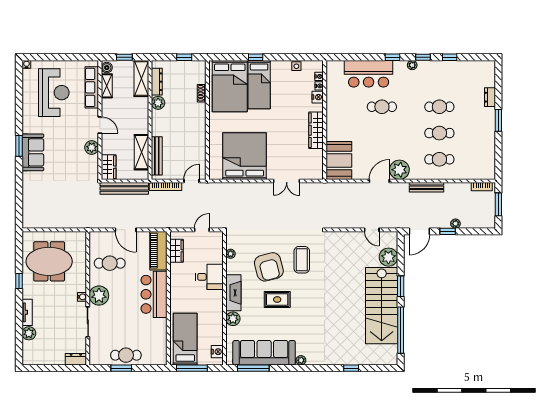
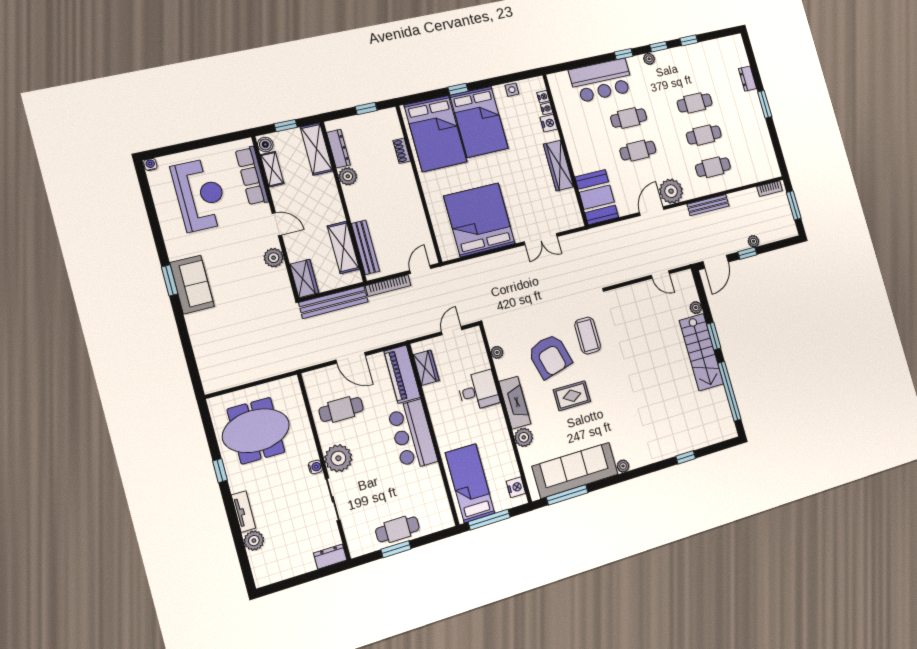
bed: (259, 85) -> (479, 122), width x1.50
cafe table: (382, 133) -> (638, 151), added
plant: (388, 257) -> (696, 308), width x0.53, depth x0.53
stairs: (382, 306) -> (701, 352), width x0.73, depth x0.66

